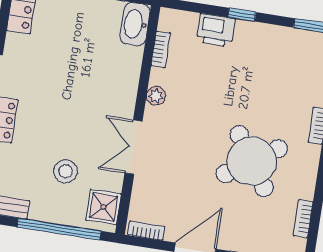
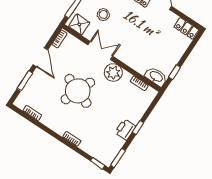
printer: (216, 30) -> (125, 129), moved
plant: (156, 96) -> (113, 73), width x1.88, depth x1.88
round table: (252, 161) -> (78, 91), moved, turned -34

